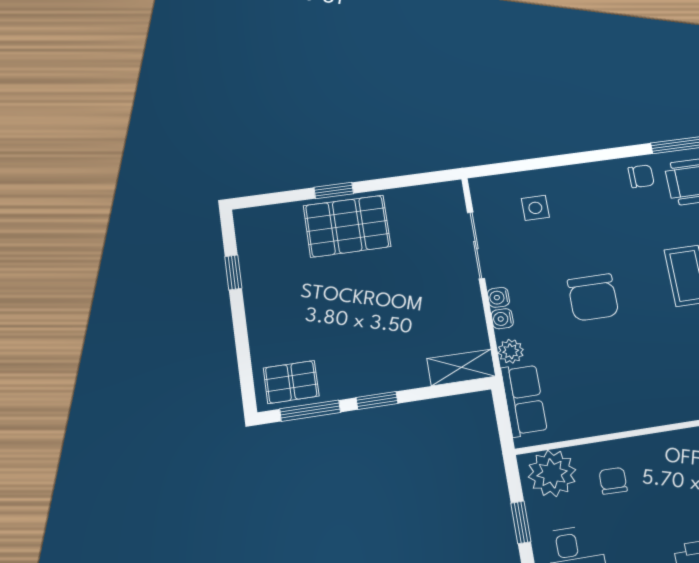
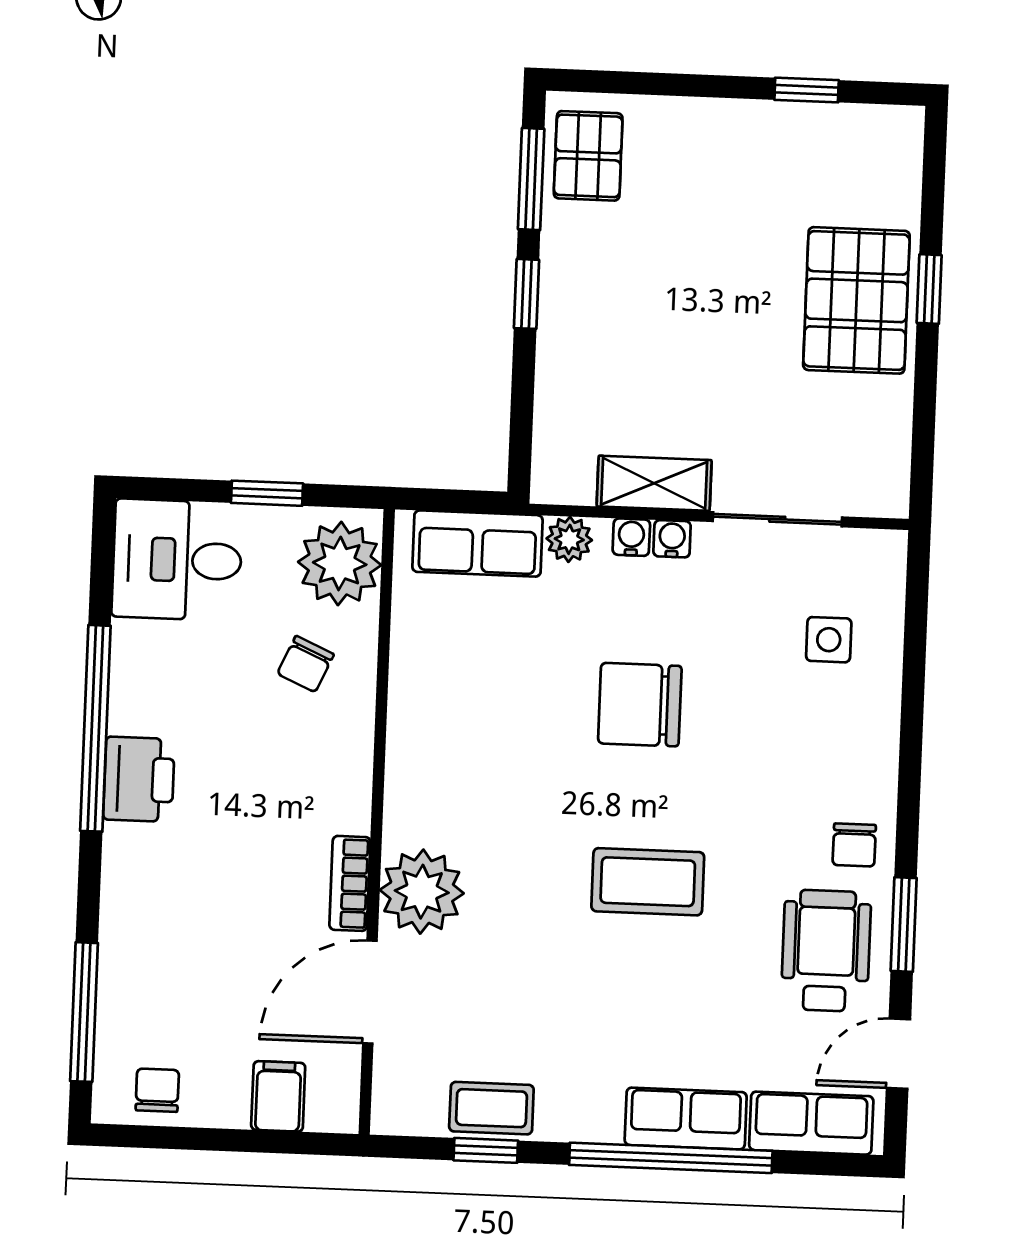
shelving: (461, 367) -> (654, 483), moved, turned 90
chair: (613, 481) -> (306, 664), turned 113

